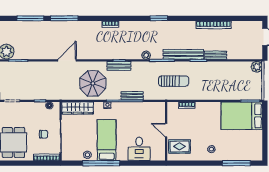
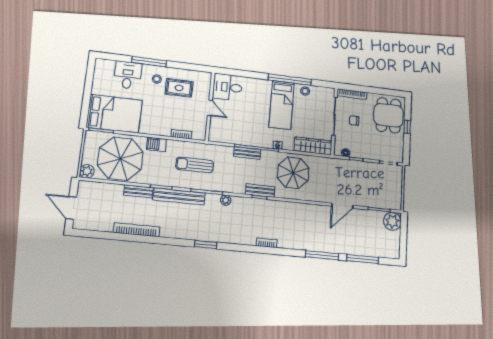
door: (67, 60) -> (342, 206), moved
parasol: (233, 80) -> (120, 159), added
barbecue: (206, 95) -> (156, 144), added
rug: (180, 146) -> (179, 88), moved
desk: (139, 149) -> (227, 87), moved, turned -90
desk: (235, 149) -> (128, 75), added
window: (236, 163) -> (149, 62), moved

